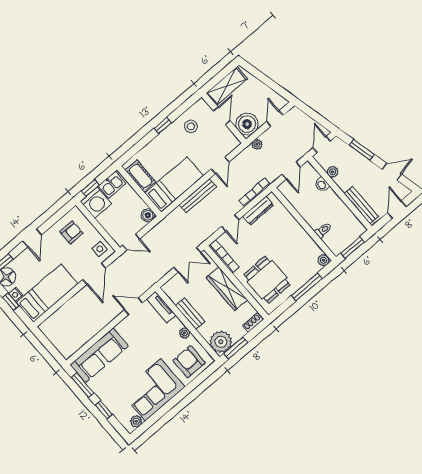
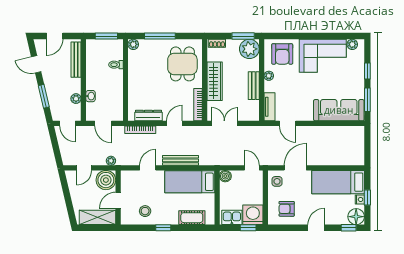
door: (322, 144) -> (67, 123), hinge flipped
door: (291, 171) -> (103, 123), swing flipped
cot: (140, 176) -> (192, 218), moved, turned 90

